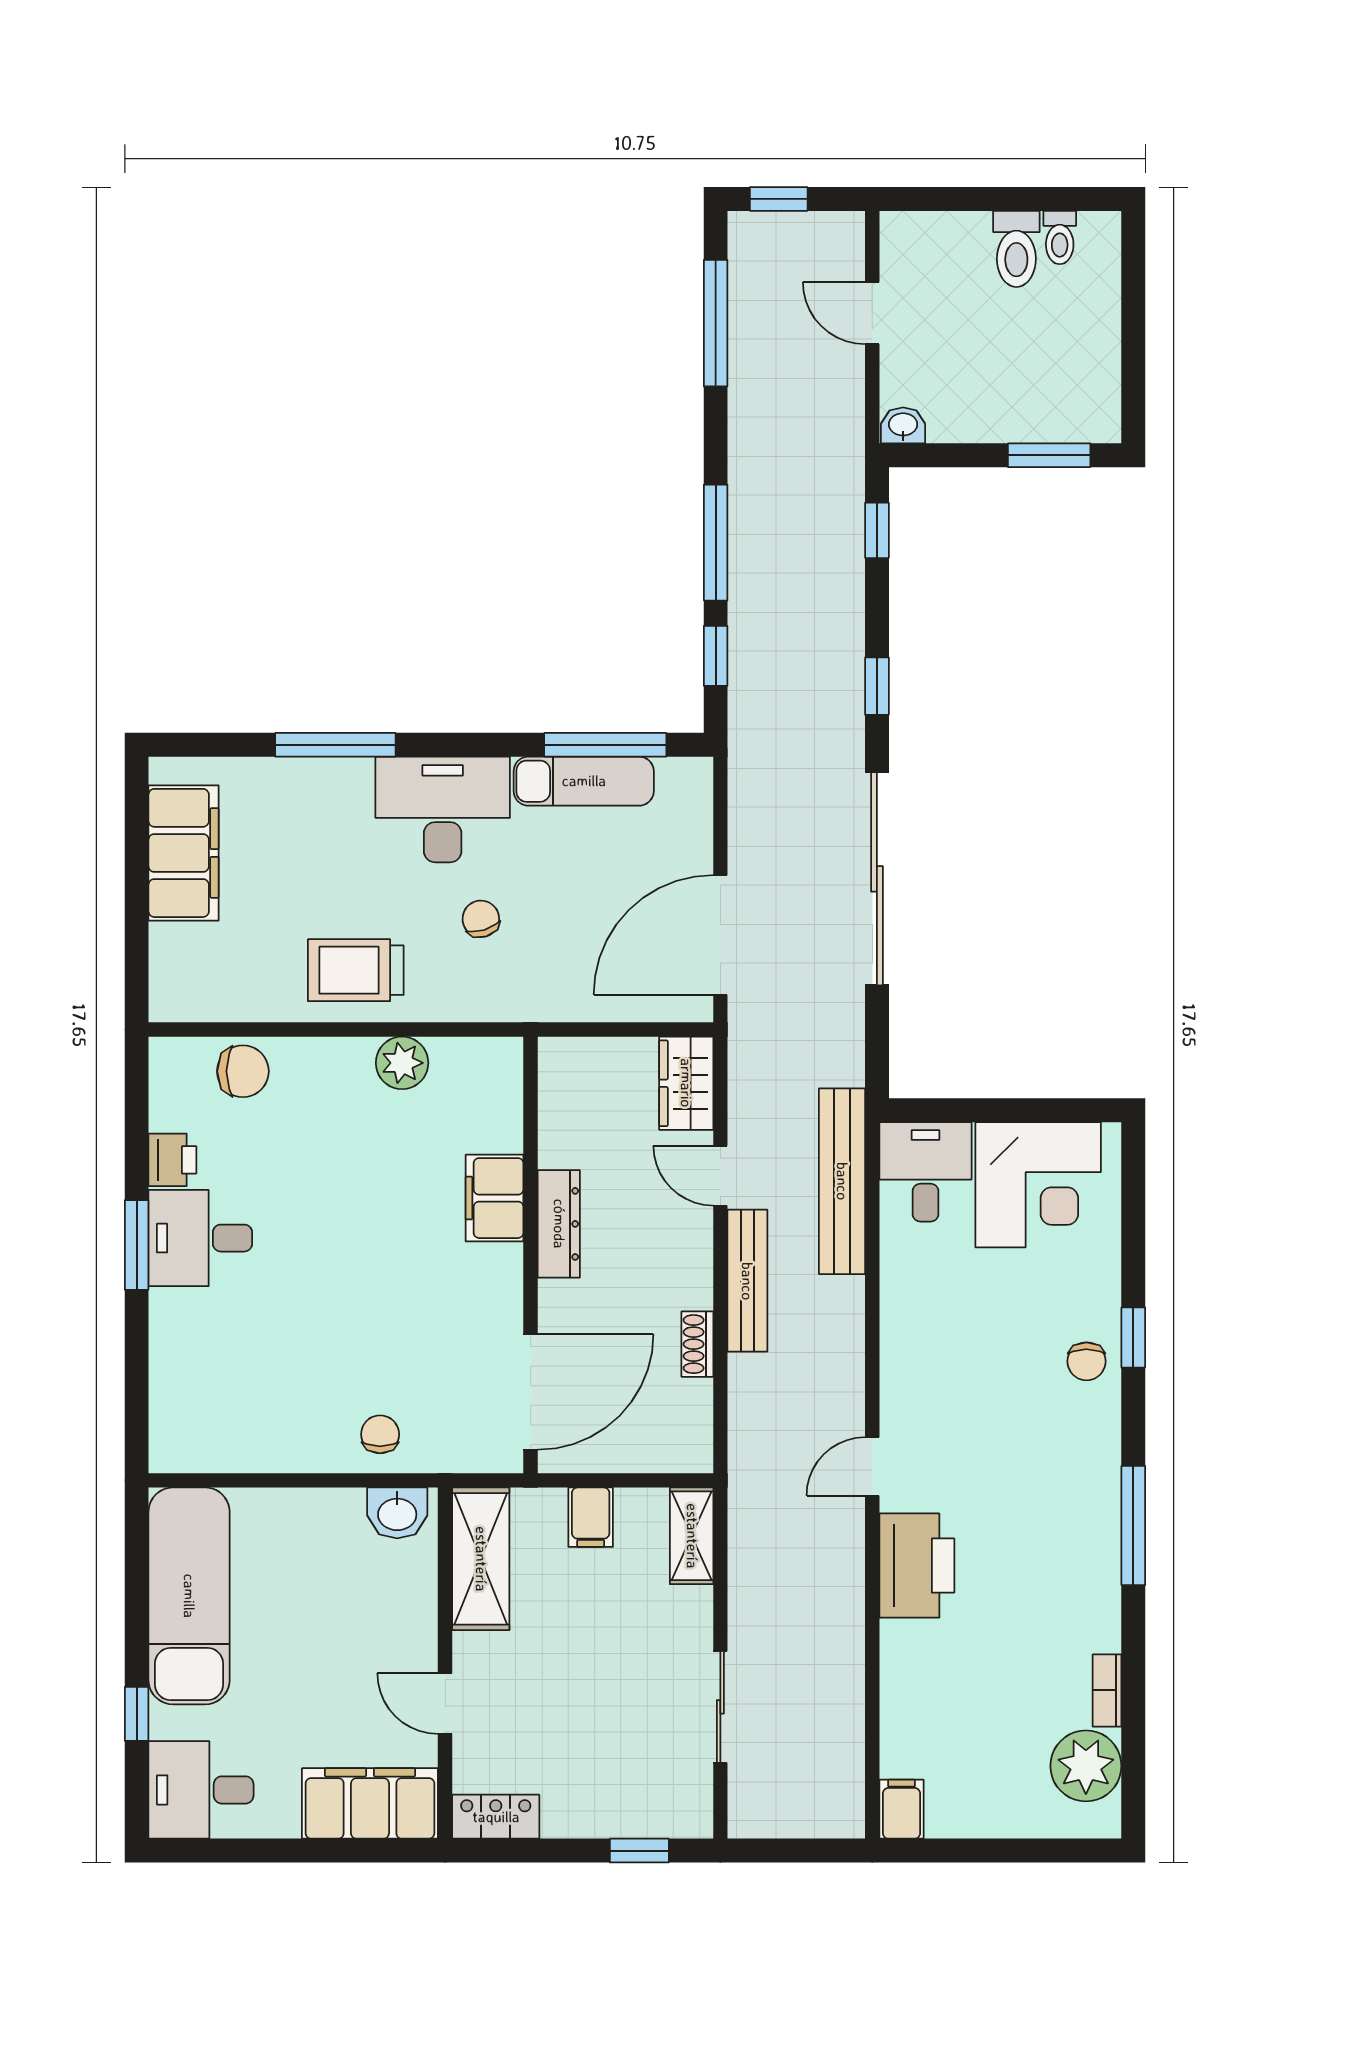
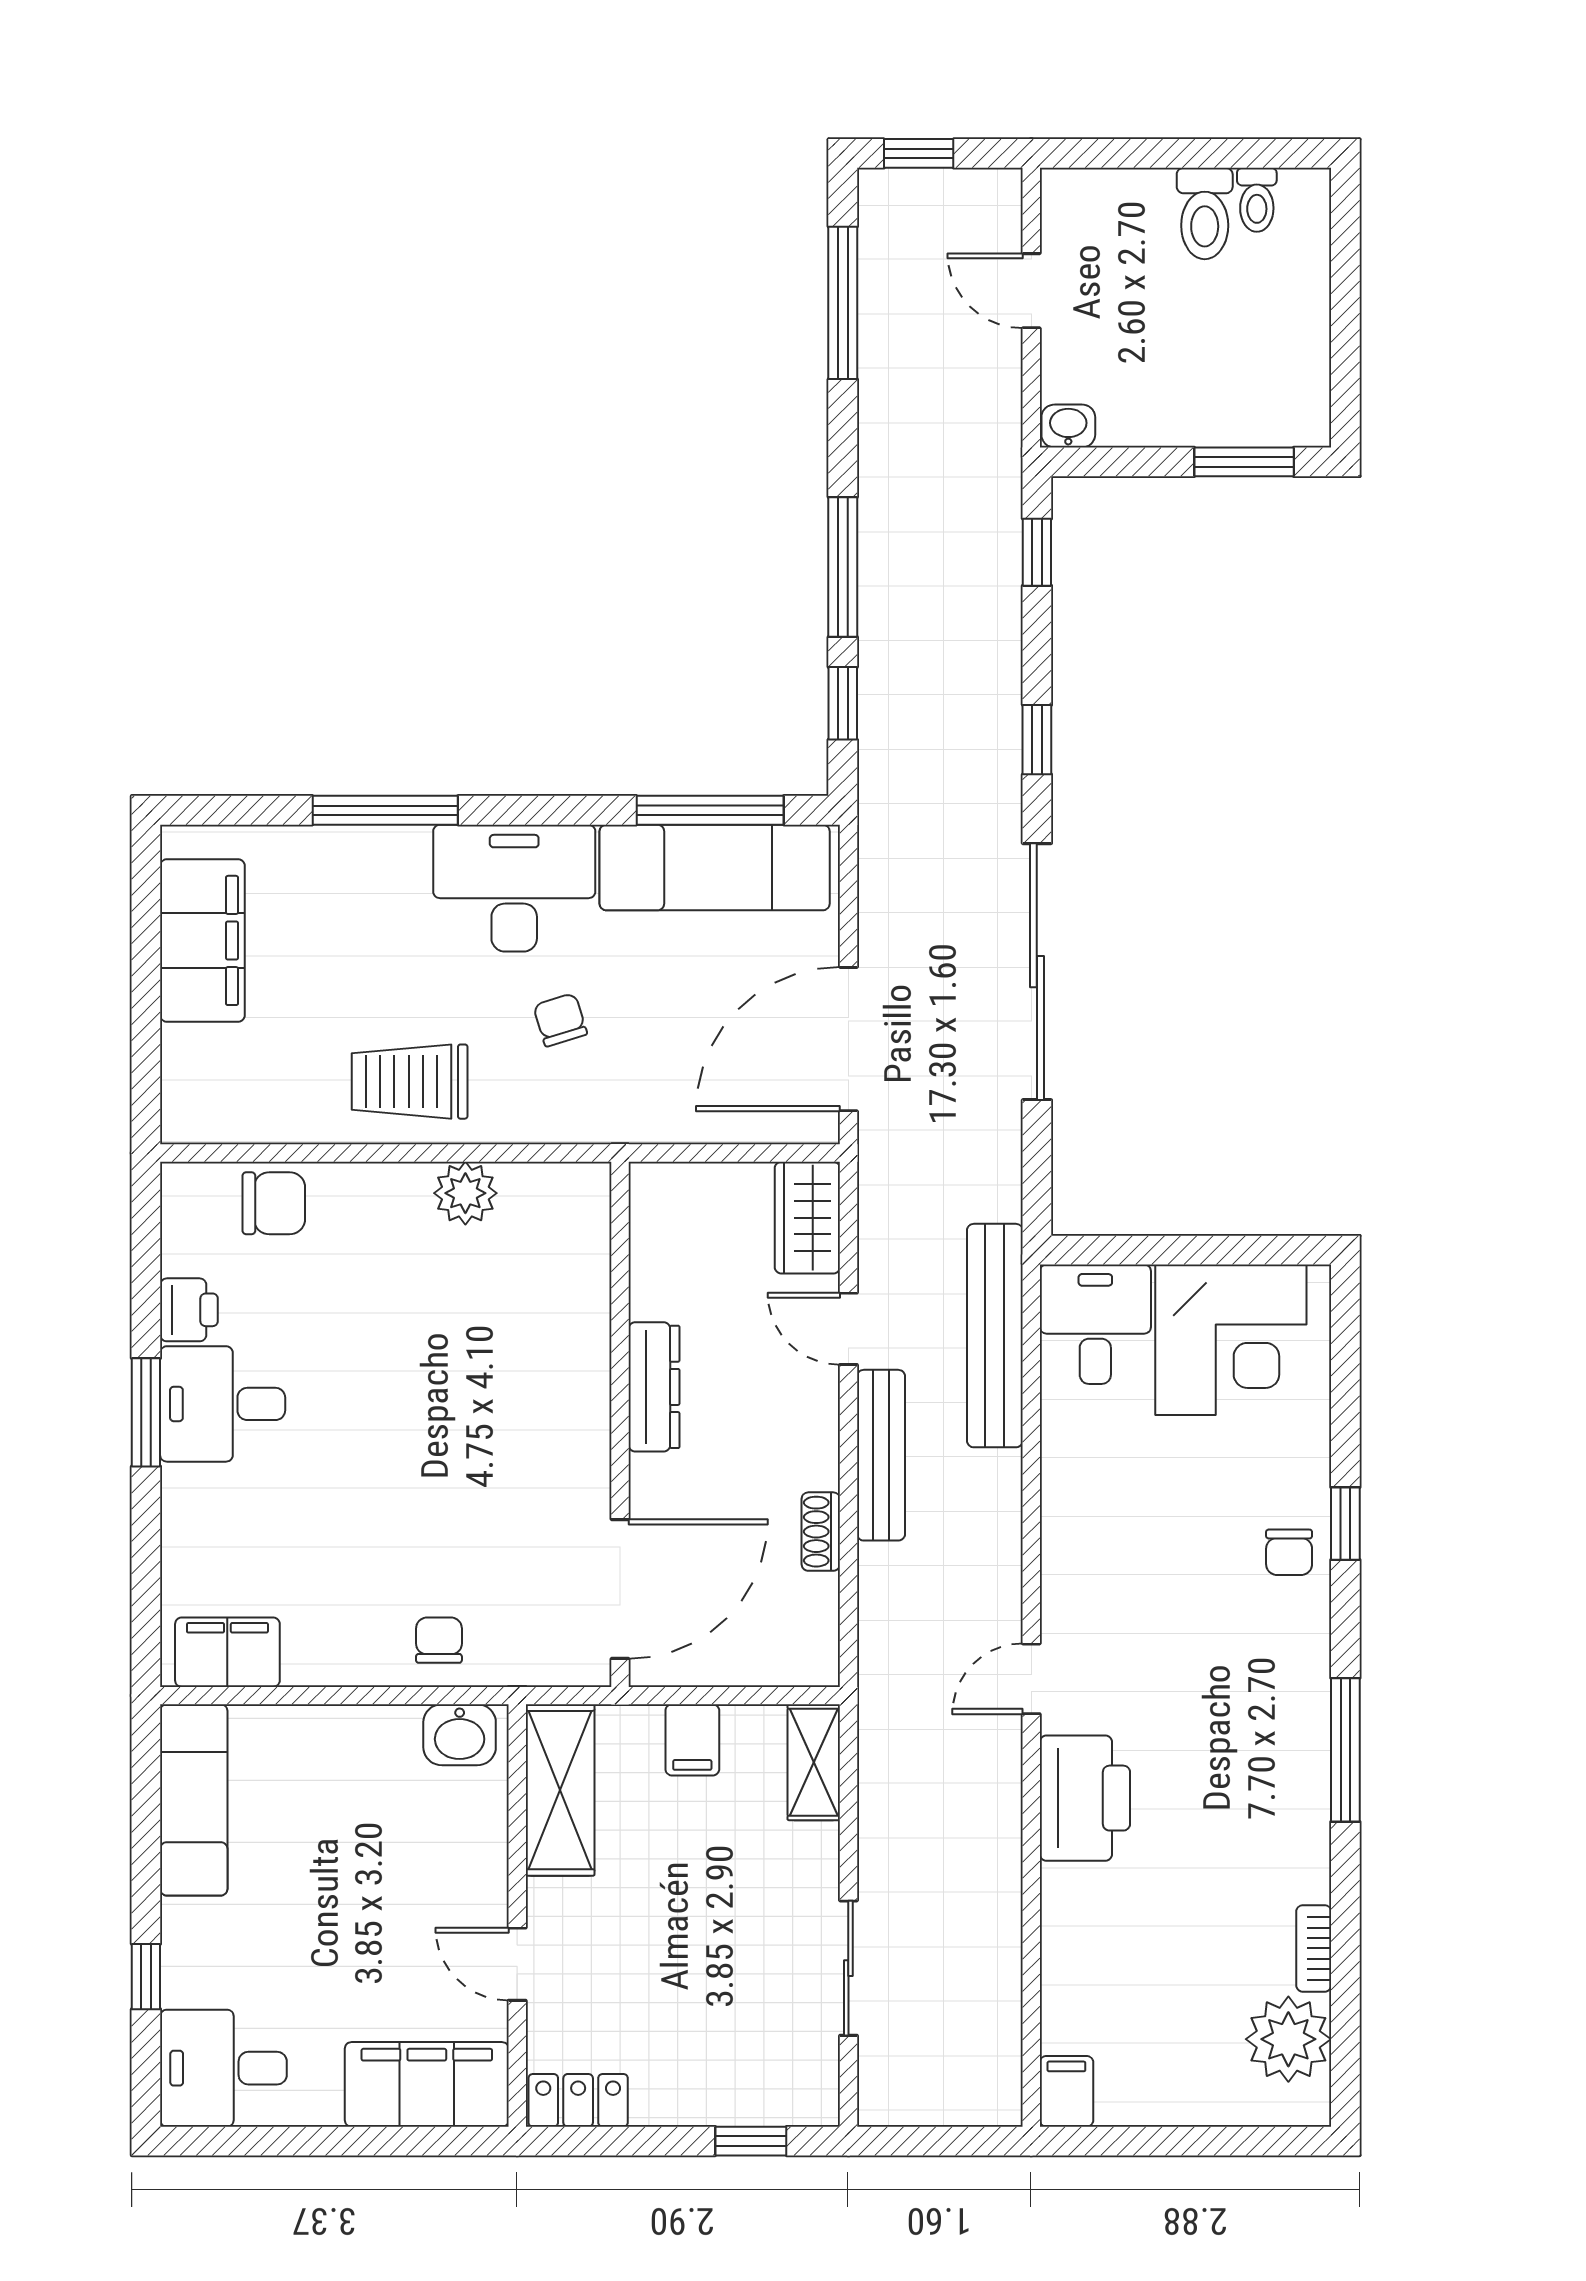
exam couch: (584, 781) -> (715, 868), width x1.36, depth x1.45
filing cabinet: (494, 1198) -> (227, 1652), moved, turned 90
exam couch: (189, 1596) -> (194, 1800), width x0.73, depth x0.69

